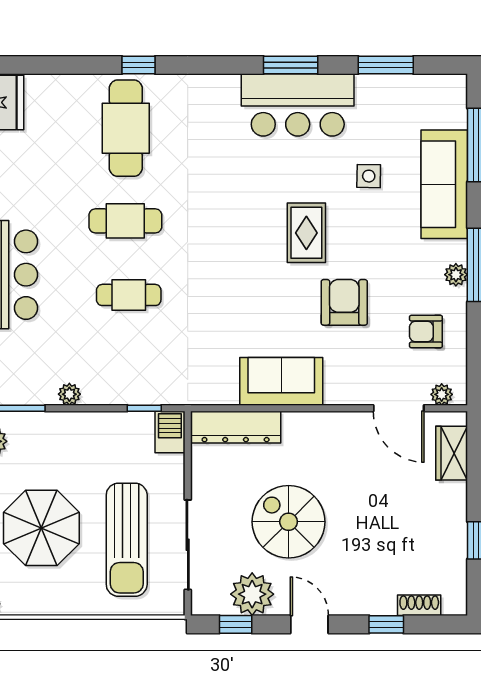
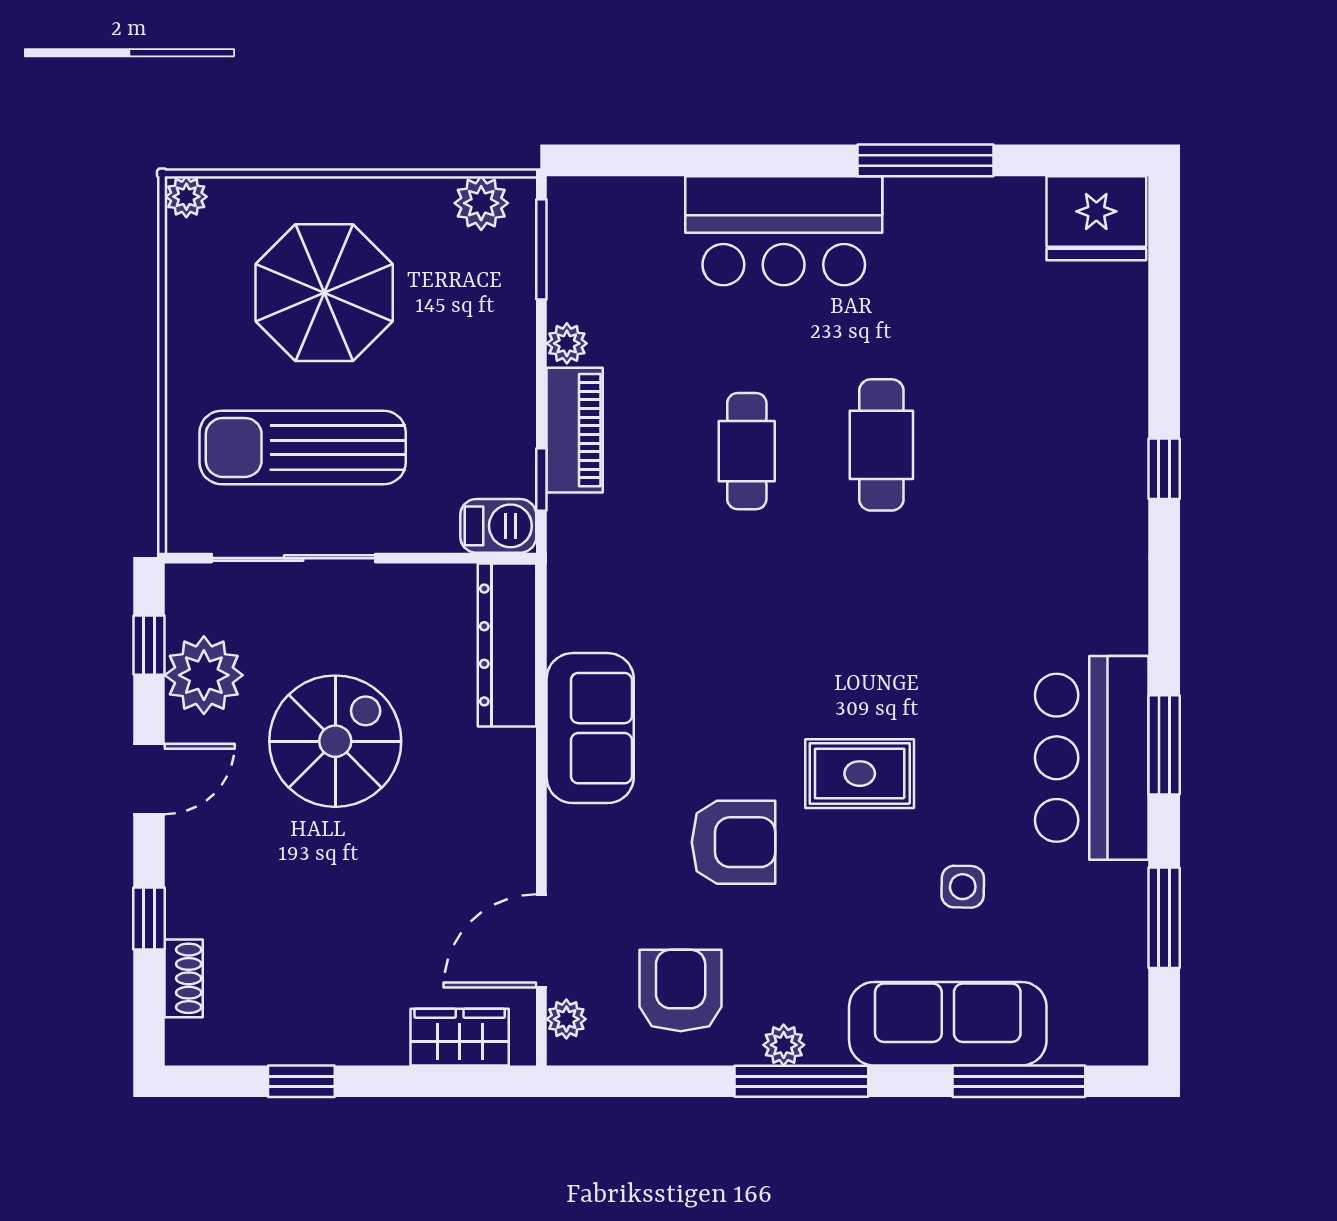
cafe table: (126, 128) -> (1050, 446), removed
armchair: (426, 332) -> (681, 990), width x1.38, depth x1.38
piano: (117, 390) -> (575, 430), added

